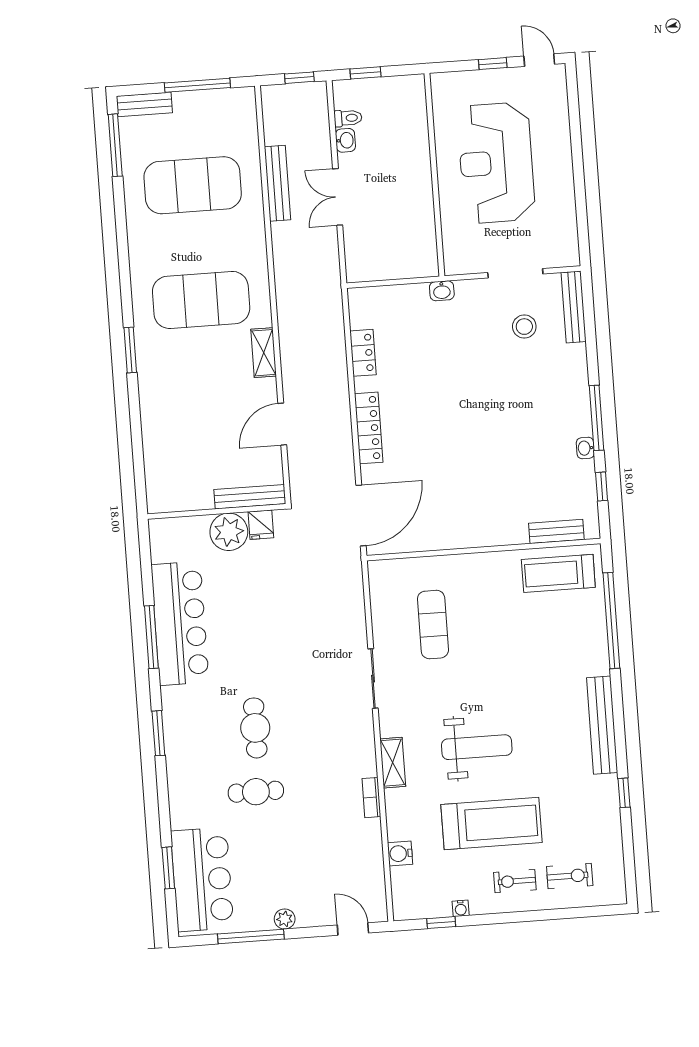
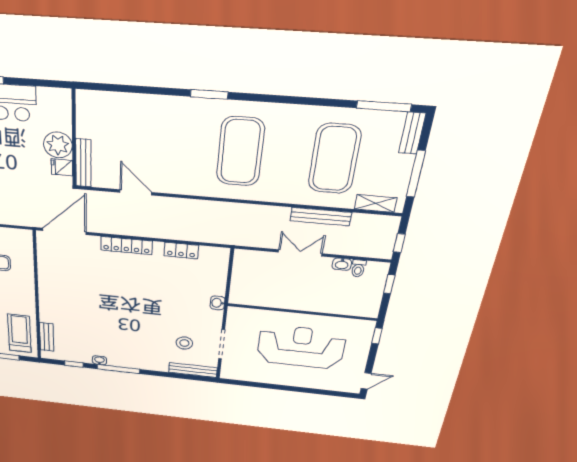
window: (493, 64) -> (377, 336), moved
shelving: (264, 353) -> (376, 203), moved
door: (361, 515) -> (64, 231), swing flipped

